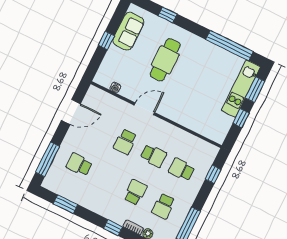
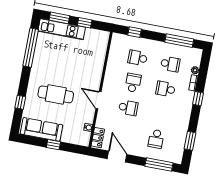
sofa: (128, 31) -> (41, 129), width x1.36
locker: (100, 96) -> (98, 138), added
school desk: (182, 170) -> (138, 58), turned 90

